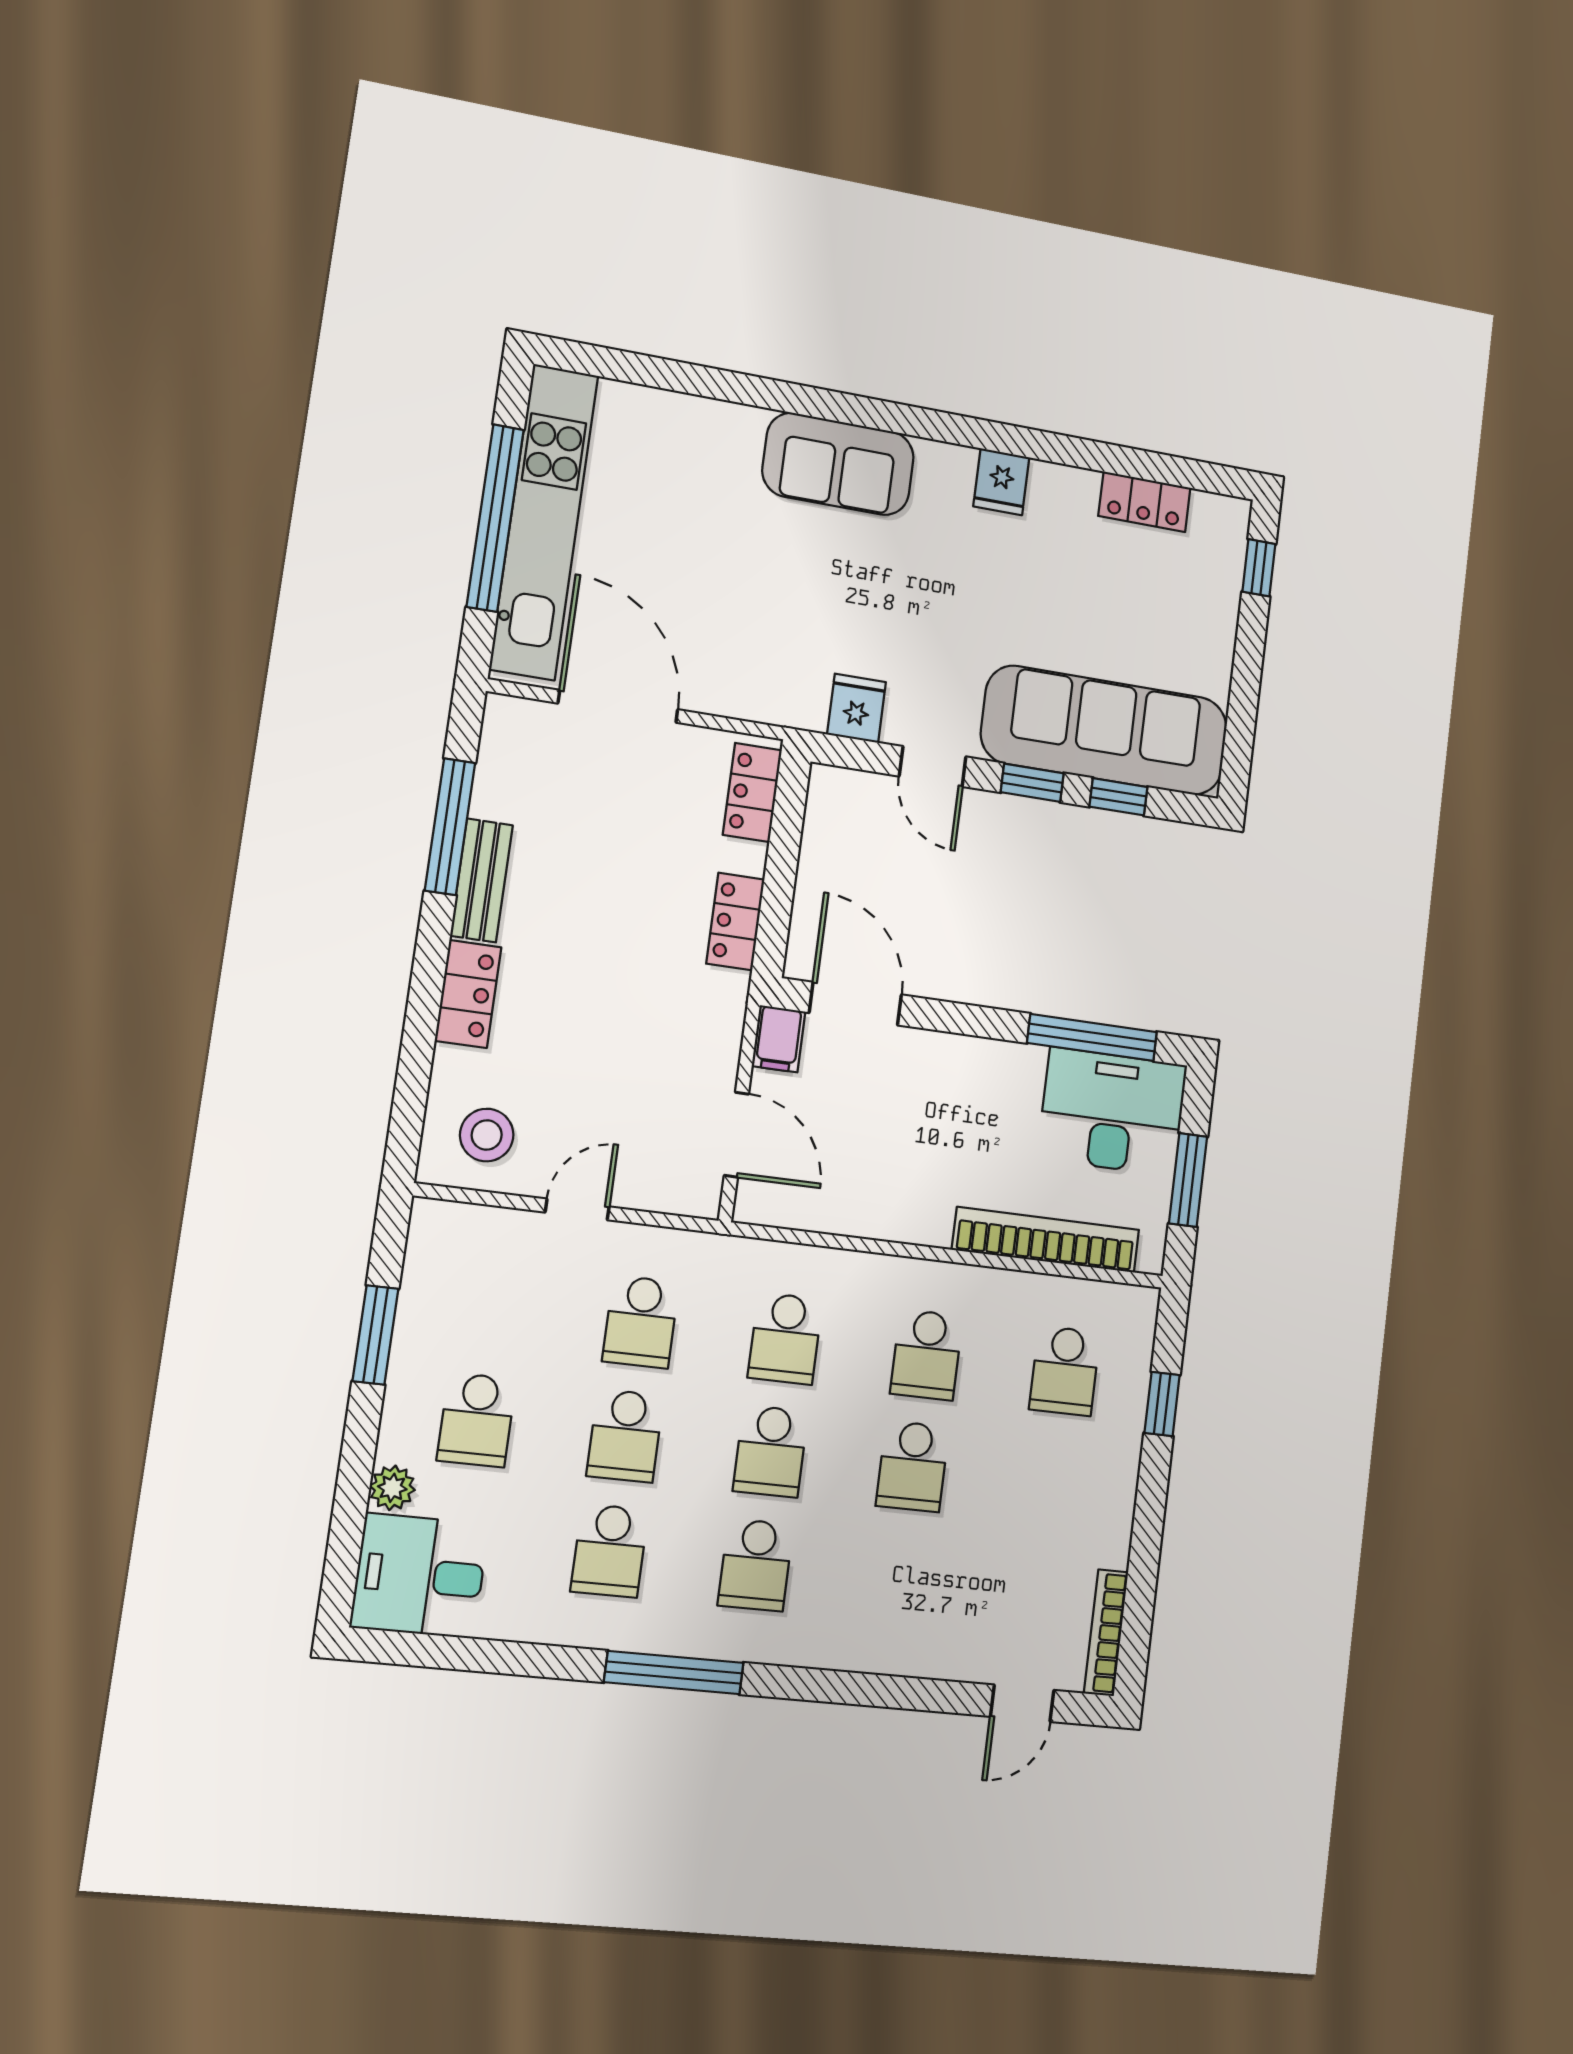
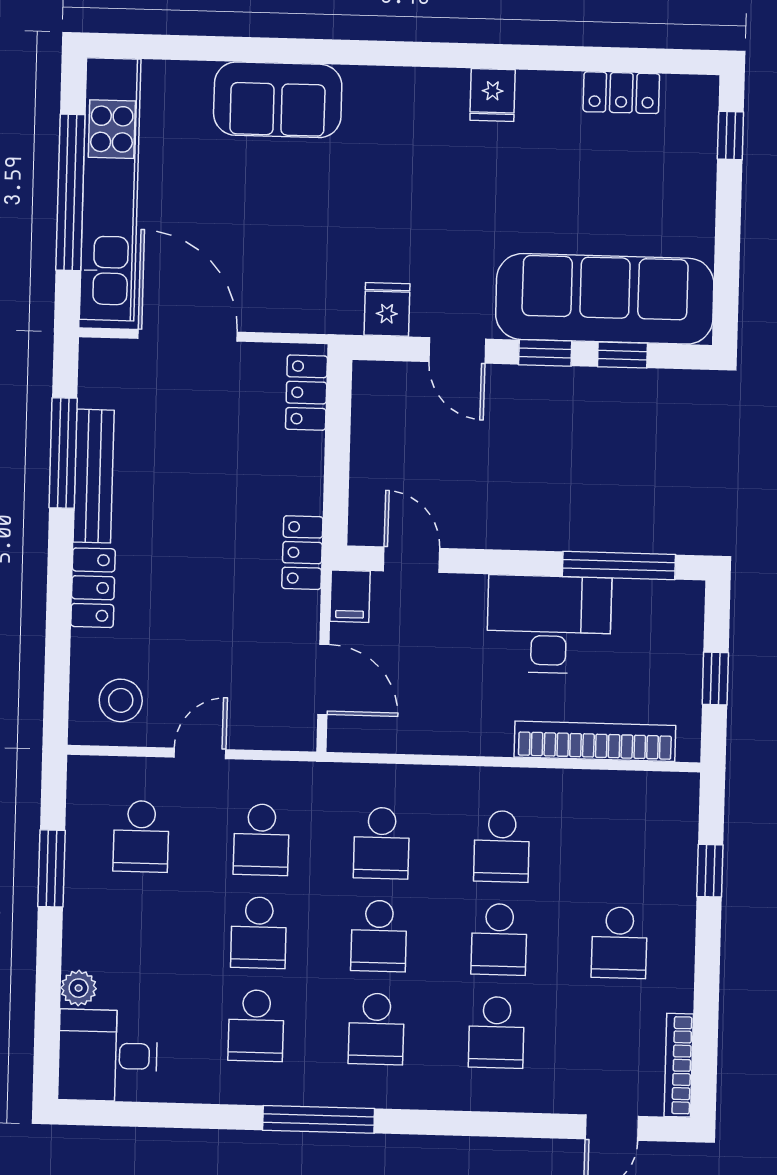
sofa: (838, 464) -> (278, 100), moved
bench: (481, 880) -> (94, 476), width x1.36
locker: (735, 921) -> (302, 553), moved
door: (855, 1004) -> (412, 560), width x0.73
desk: (1112, 1112) -> (549, 624), moved
window: (1188, 1180) -> (715, 678), width x0.67
school desk: (1065, 1371) -> (619, 943), moved
school desk: (477, 1420) -> (141, 836), moved
school desk: (899, 1579) -> (496, 1032), added

